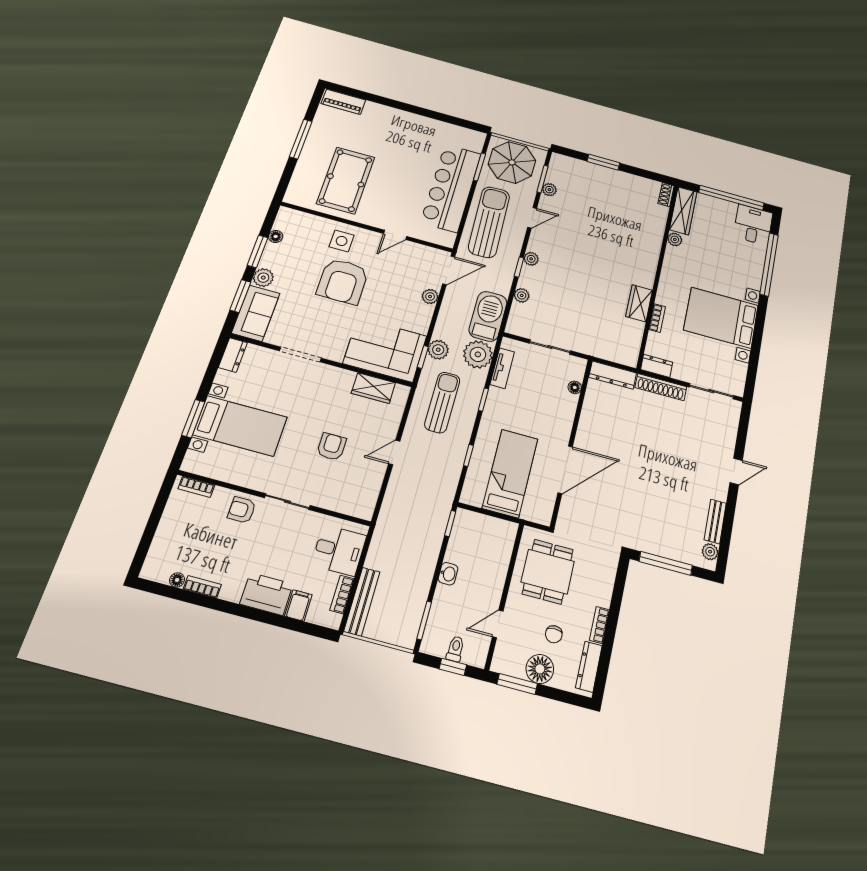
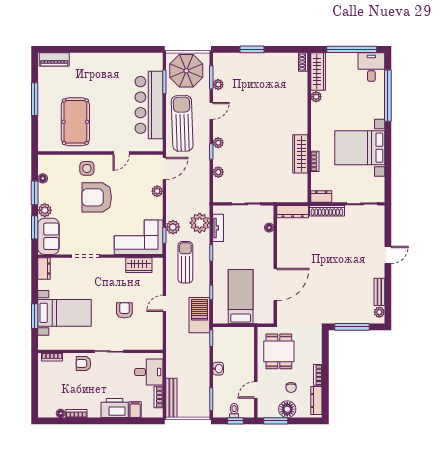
armchair: (343, 281) -> (97, 197), turned 90
wardrobe: (639, 303) -> (300, 154), width x1.50
barbecue: (488, 316) -> (199, 315), moved

